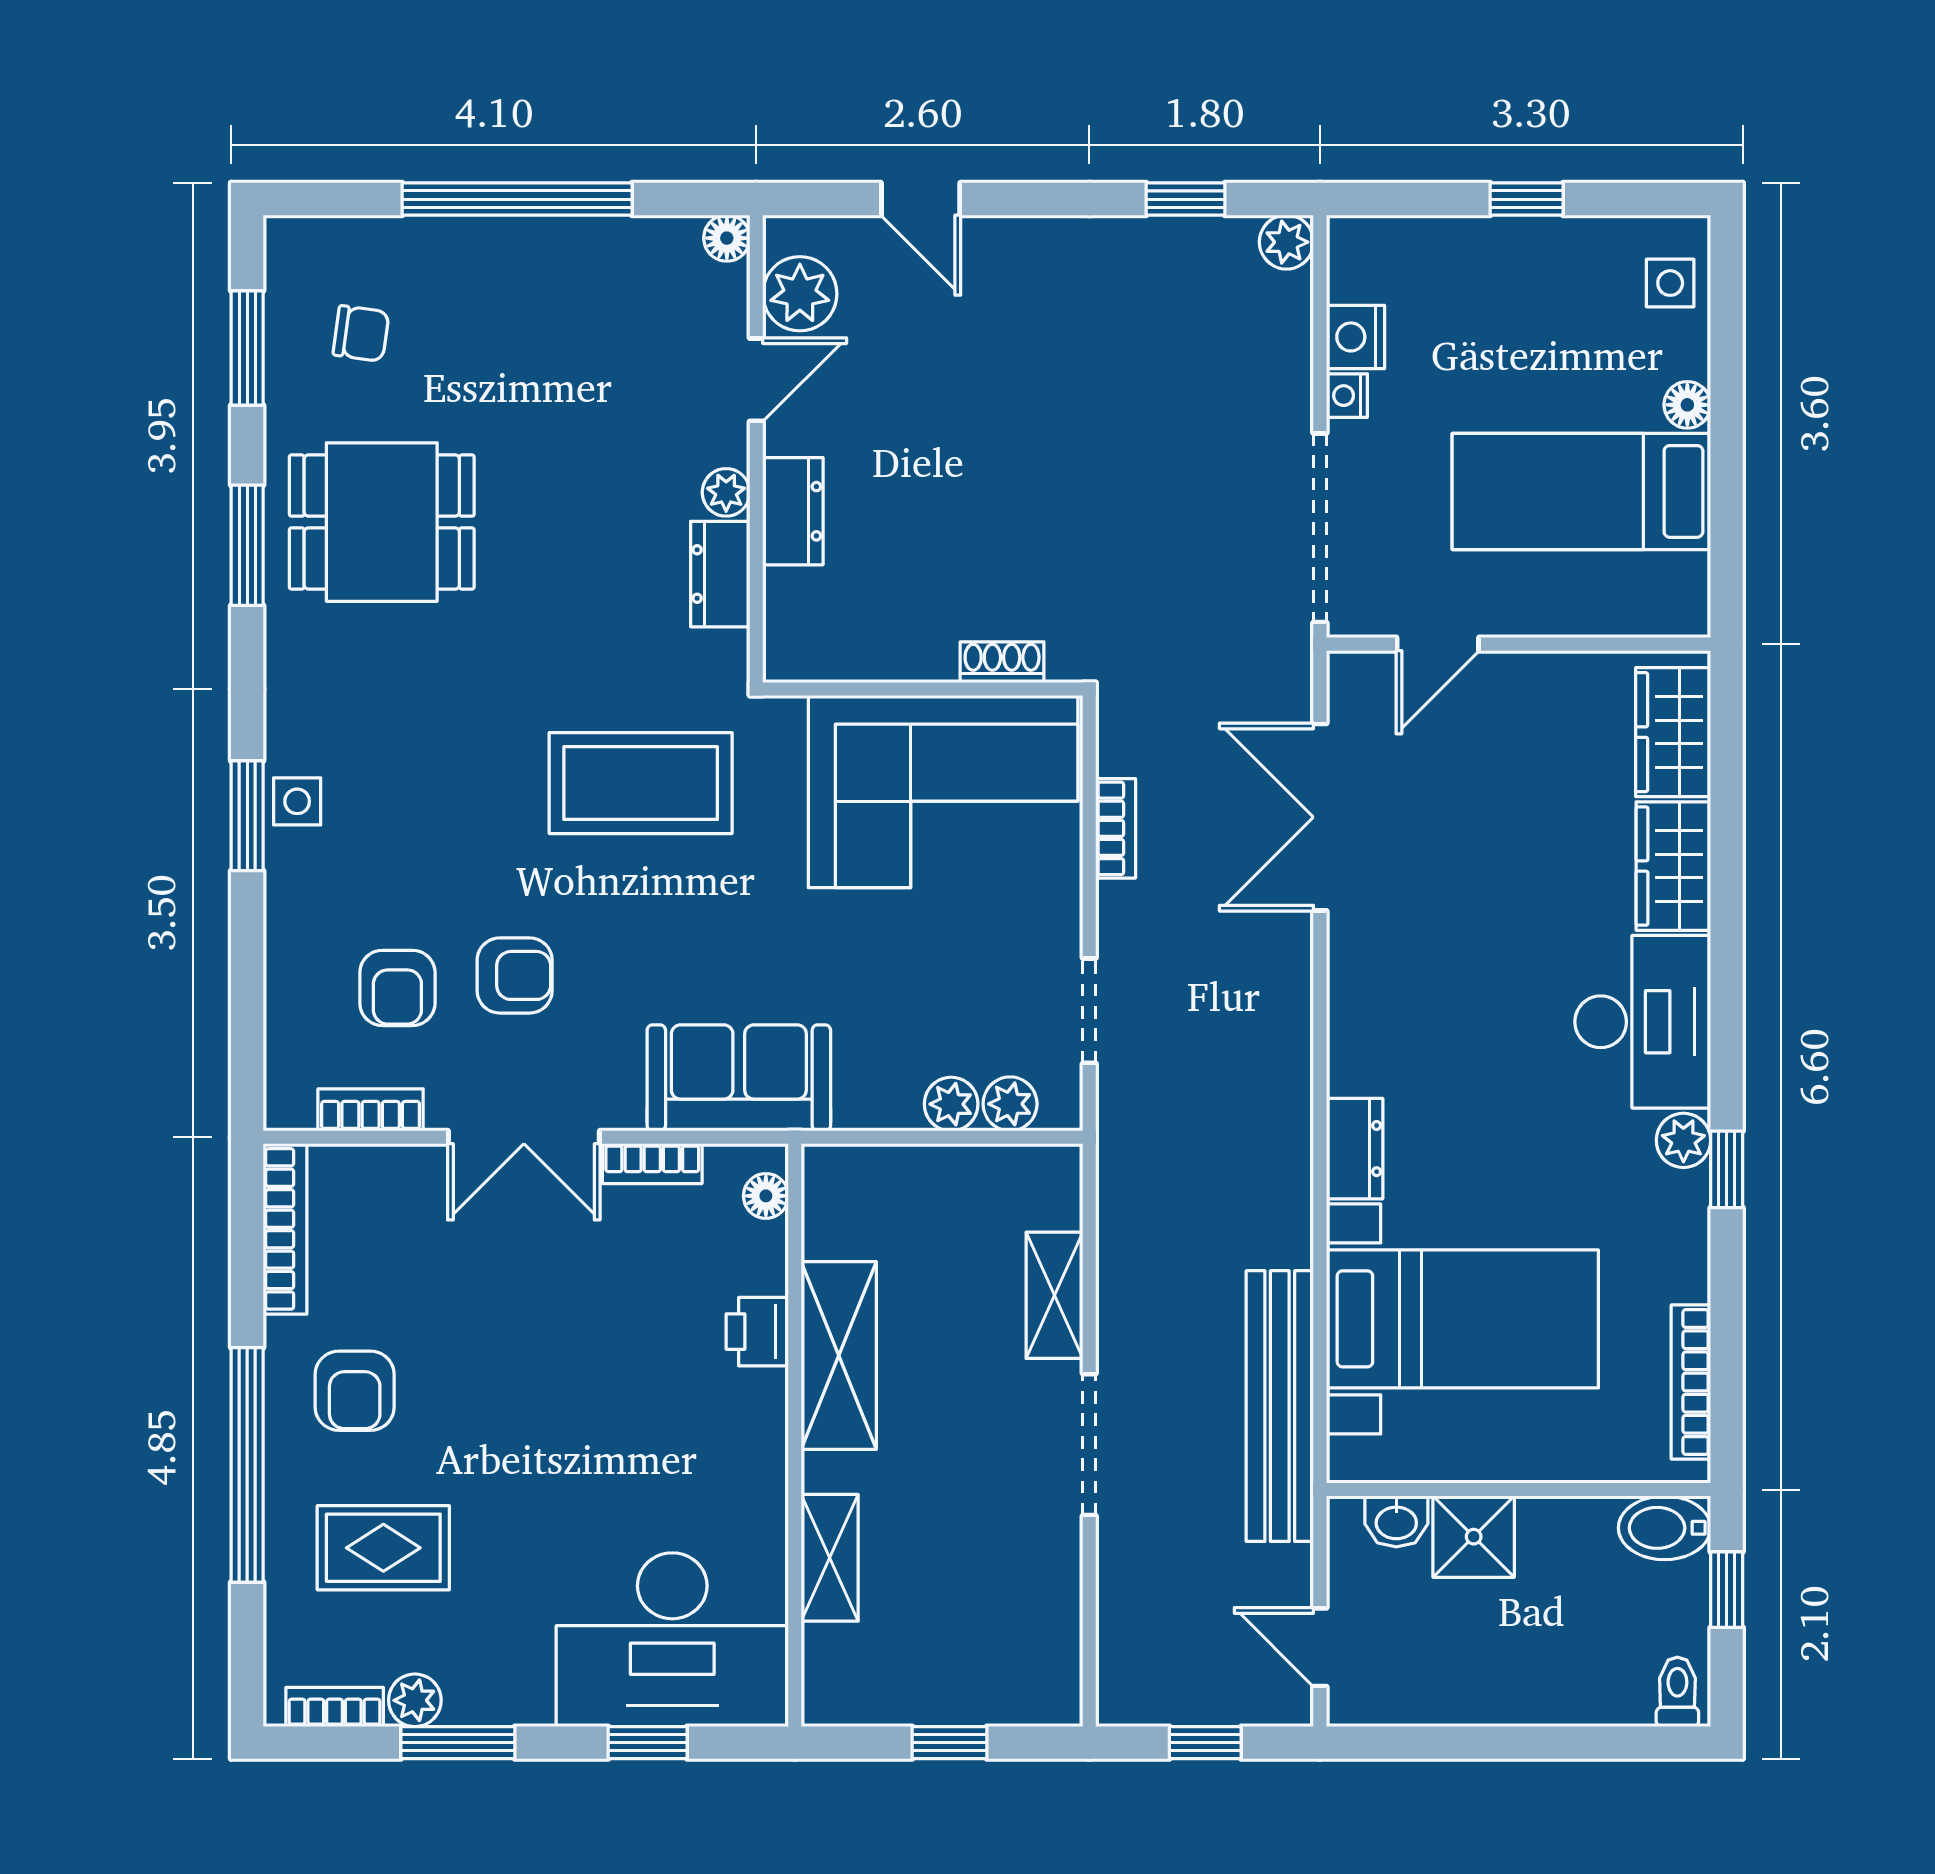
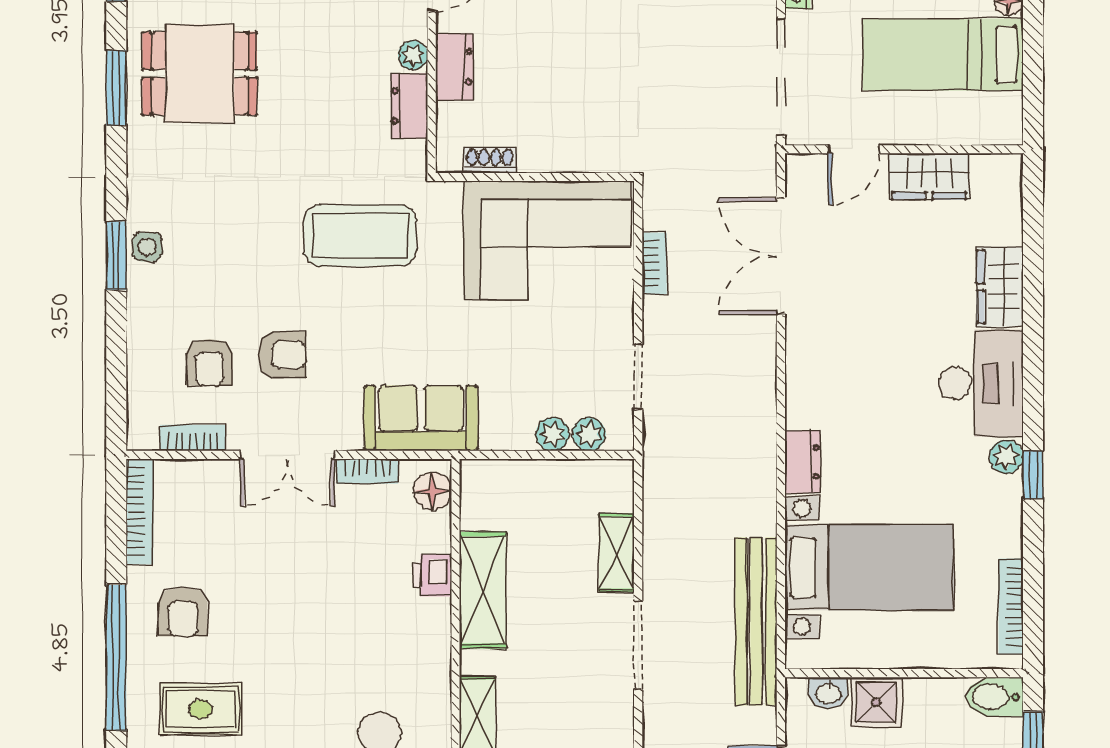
shoe rack: (1002, 662) -> (490, 160), moved
wardrobe: (1673, 732) -> (929, 176), moved, turned -90
floor lamp: (766, 1196) -> (433, 491), width x1.37, depth x1.37

